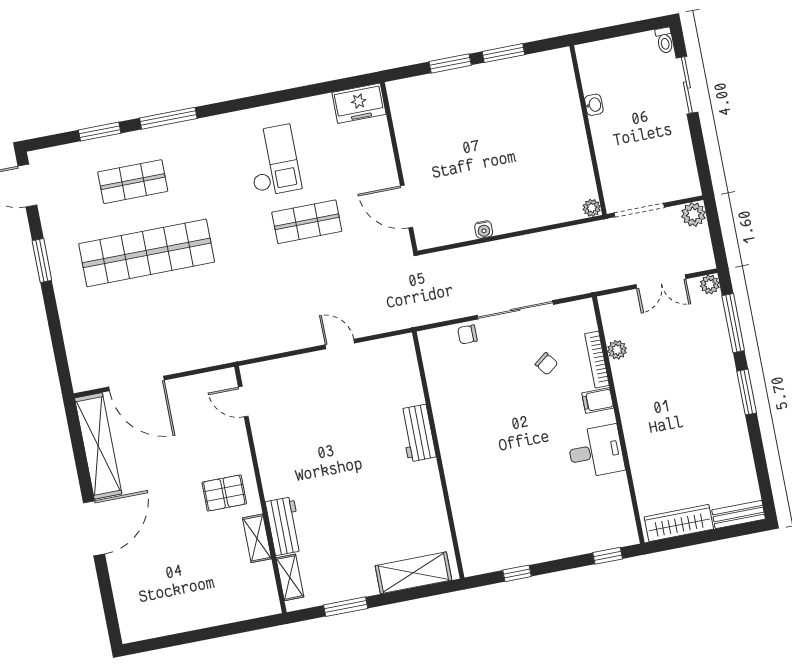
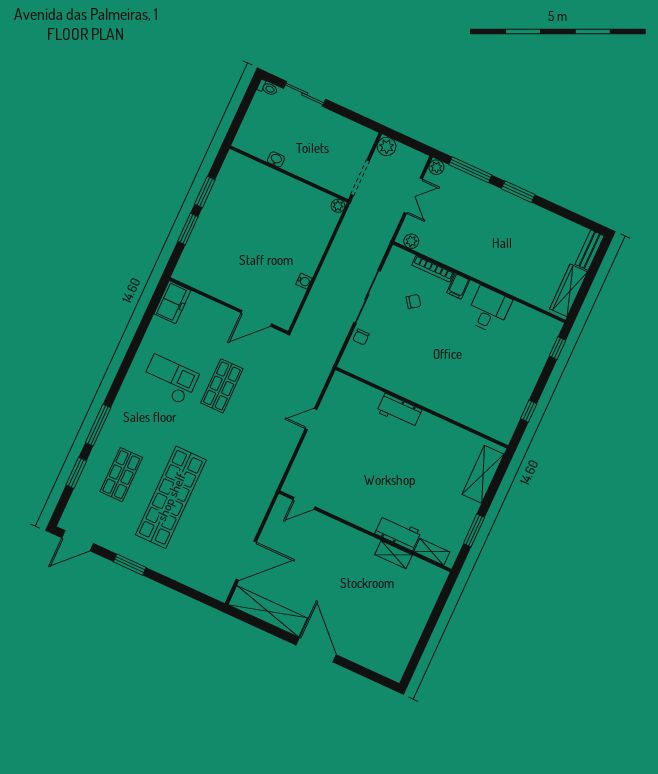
plant: (617, 350) -> (411, 241), moved
pallet: (224, 493) -> (351, 555), removed

